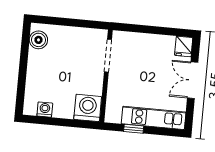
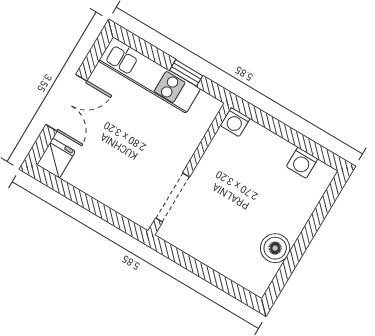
boiler: (38, 40) -> (275, 248), moved
washing machine: (88, 108) -> (235, 122), width x0.53, depth x0.53

